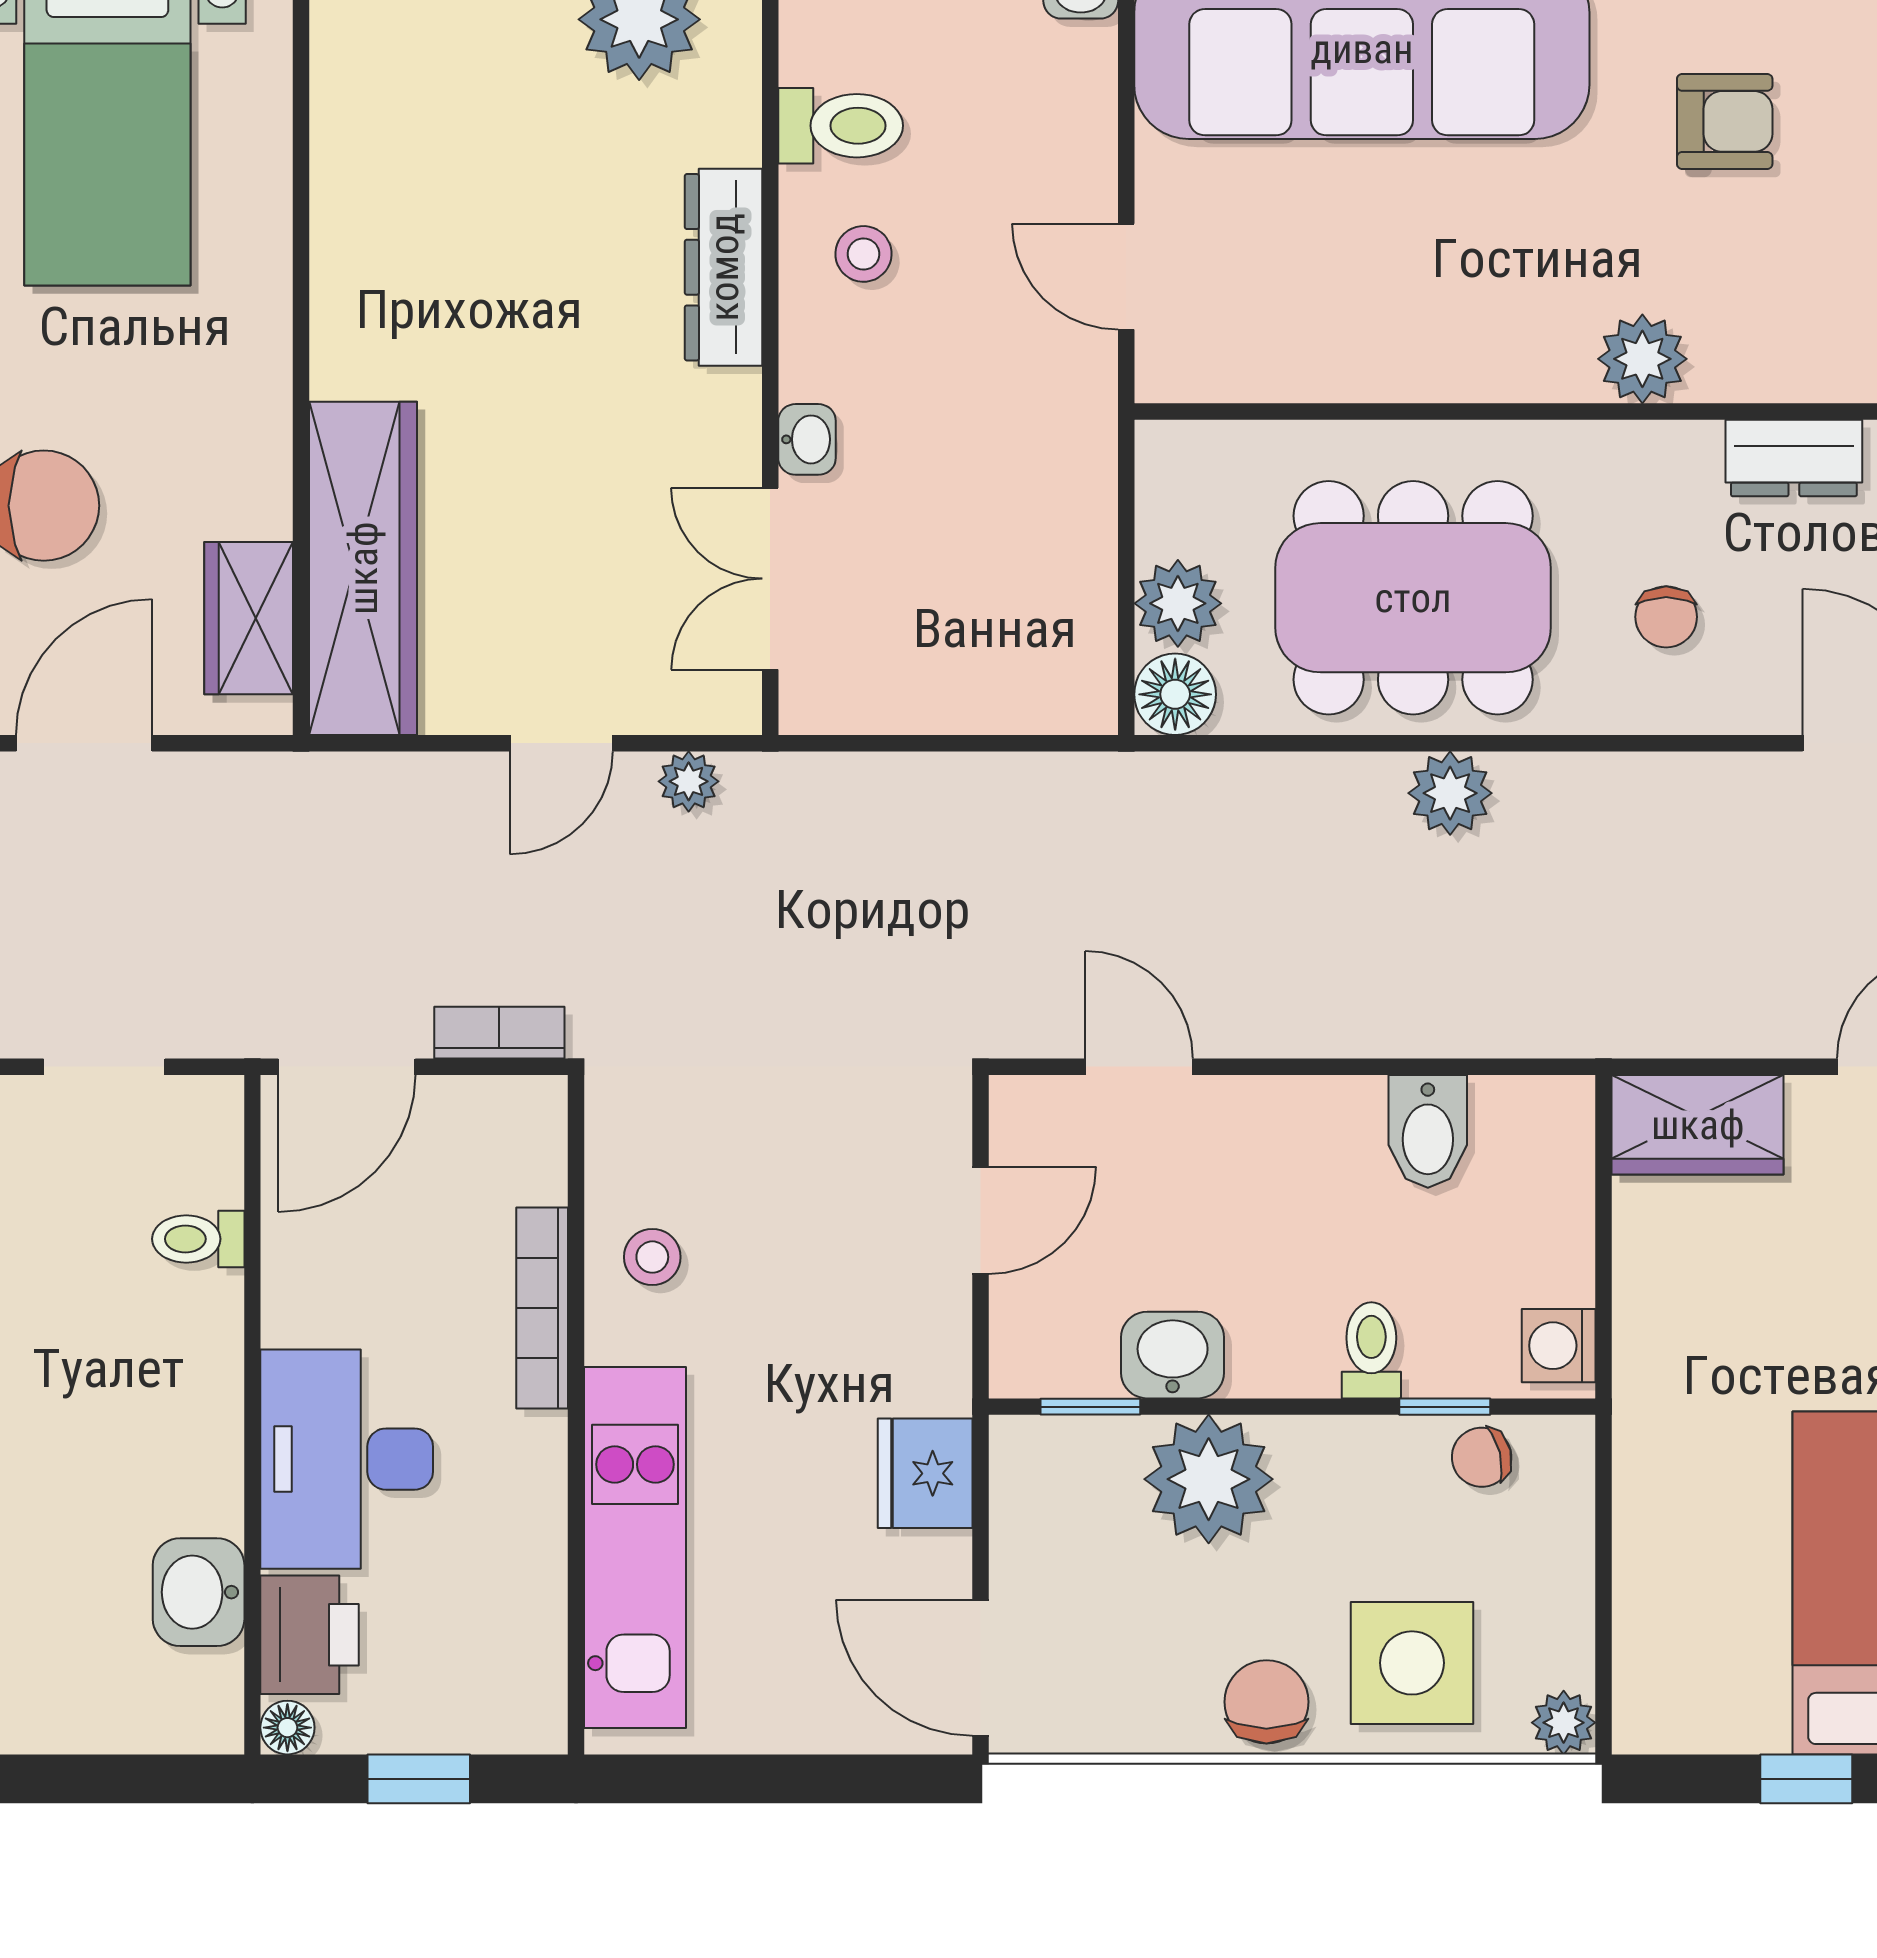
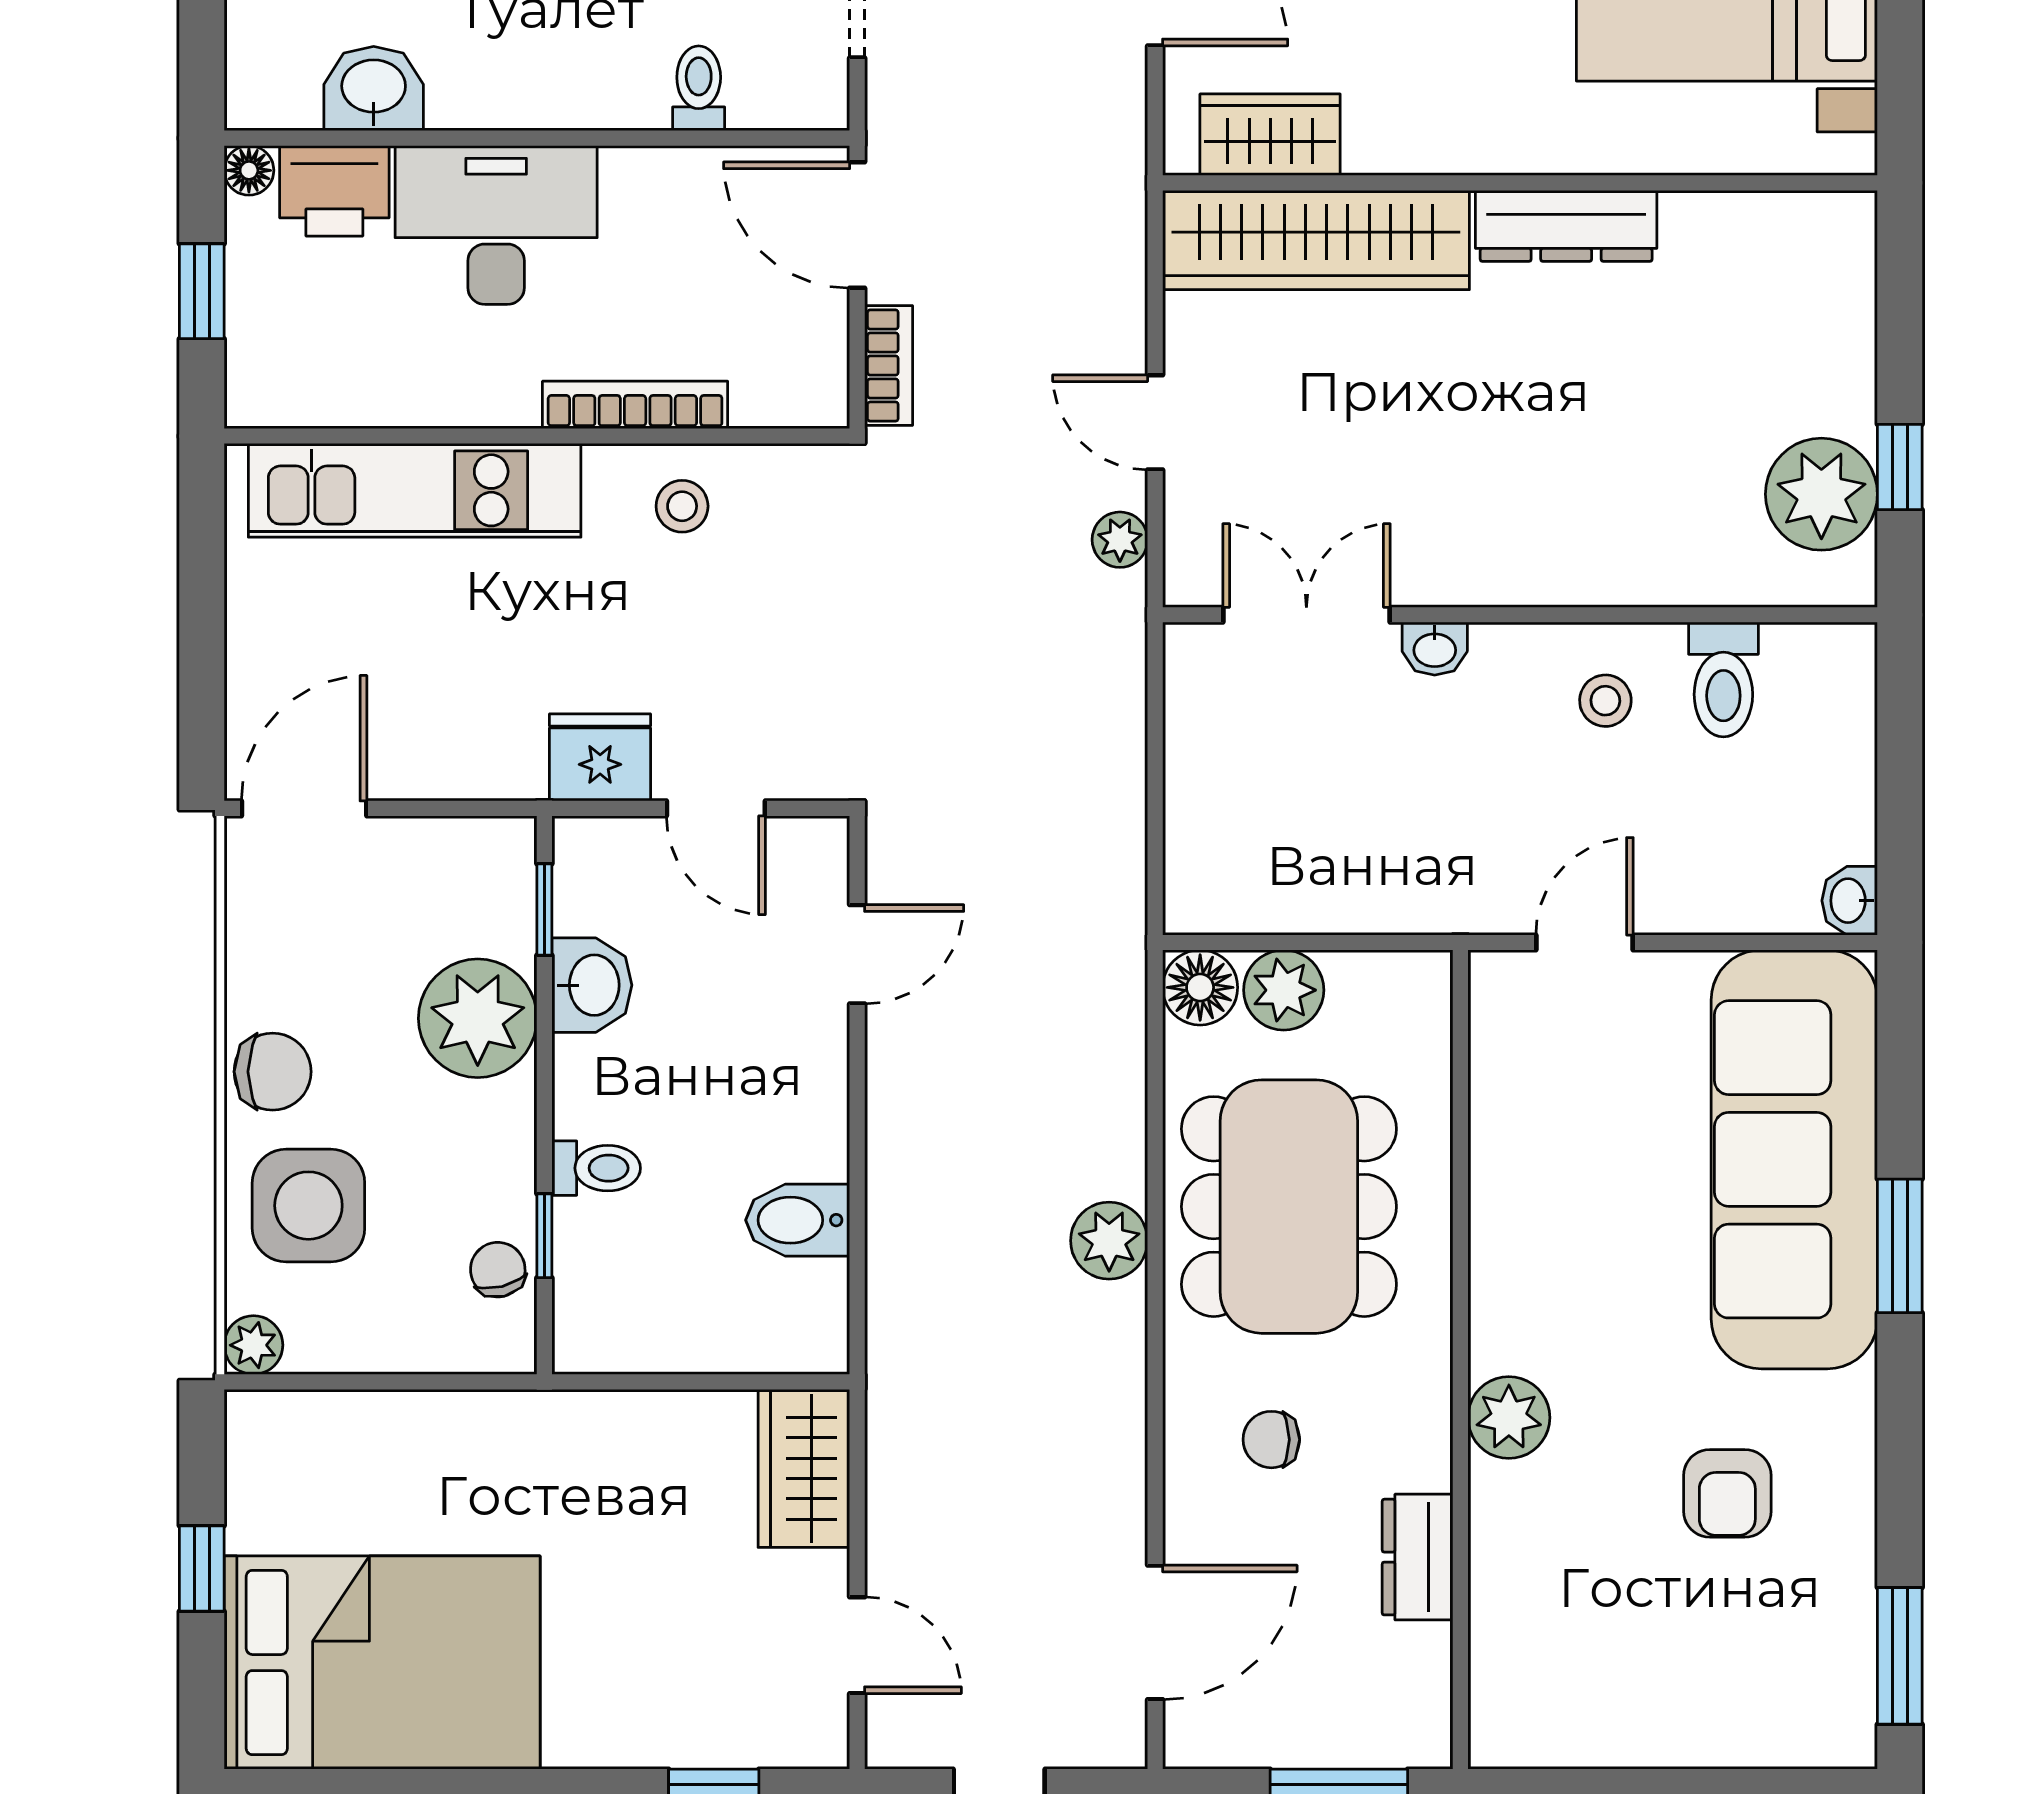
dresser: (724, 267) -> (1566, 226), moved, turned 180
washing machine: (1559, 1346) -> (600, 1341), removed
fridge: (925, 1473) -> (600, 757), moved

